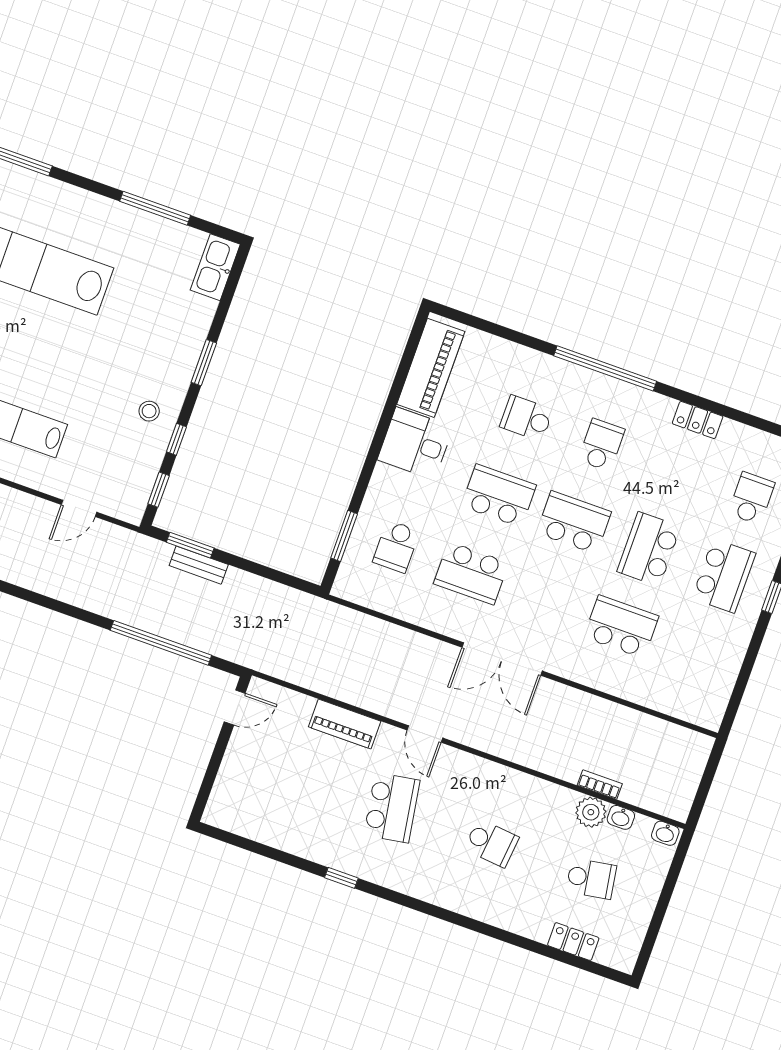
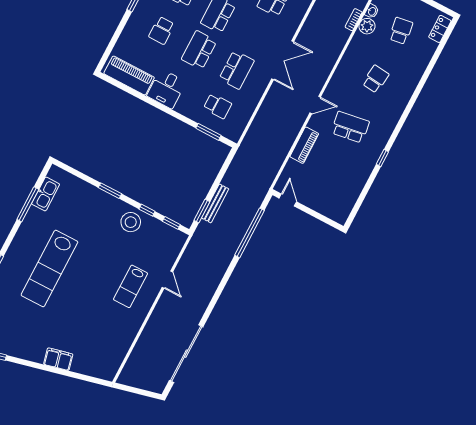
kitchen sink: (215, 267) -> (46, 194), moved, turned -90
stool: (149, 411) -> (131, 222), width x1.89, depth x1.89
door: (79, 508) -> (167, 280), moved
bench: (199, 565) -> (215, 203), width x1.36
locker: (573, 942) -> (440, 29), moved

